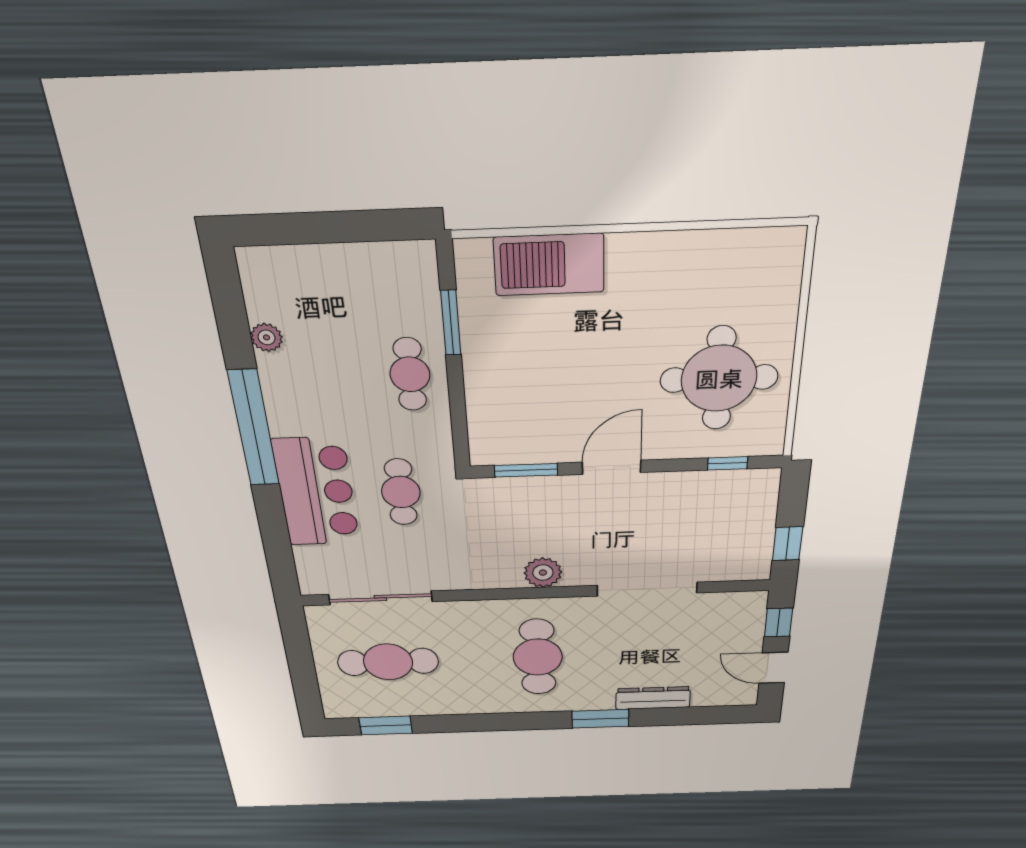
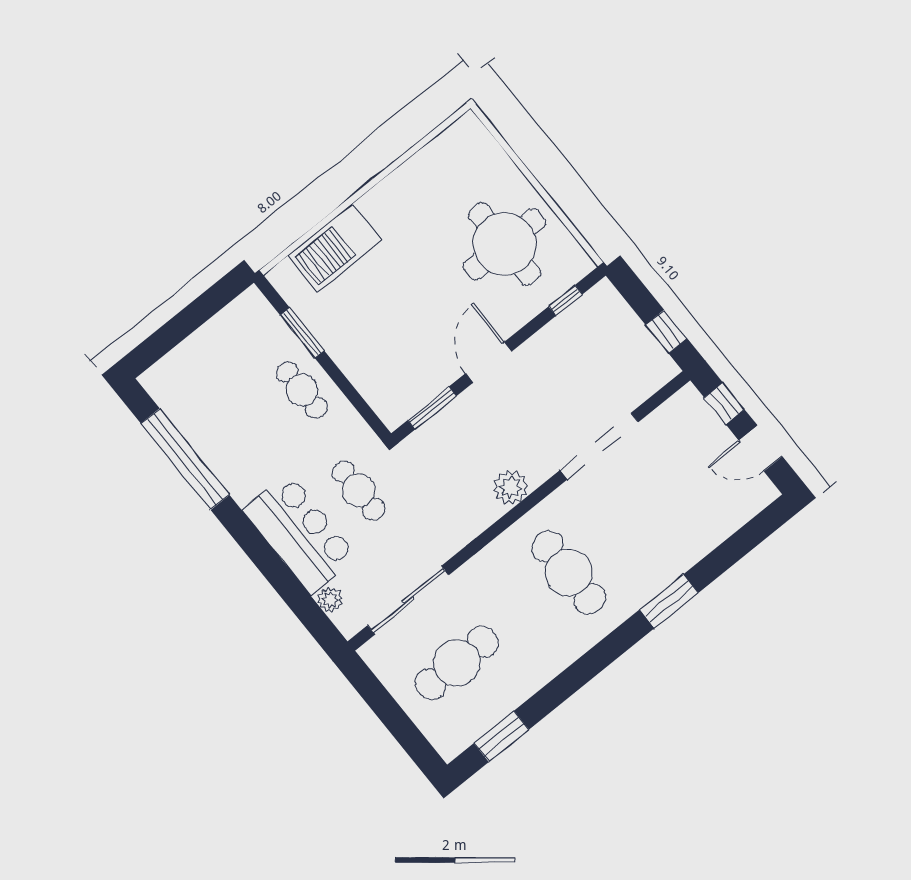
plant: (267, 337) -> (330, 600), moved
window: (254, 429) -> (185, 459), moved
dresser: (653, 698) -> (693, 548), removed

